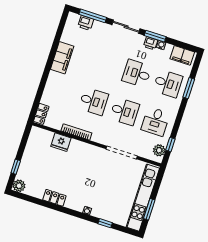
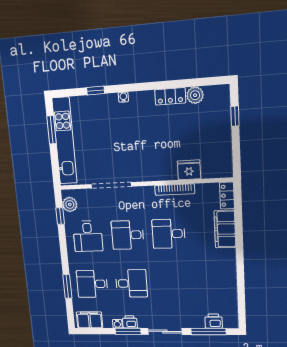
filing cabinet: (62, 58) -> (225, 229), moved
desk: (155, 121) -> (88, 236), turned 180
plant: (19, 186) -> (195, 95), moved

